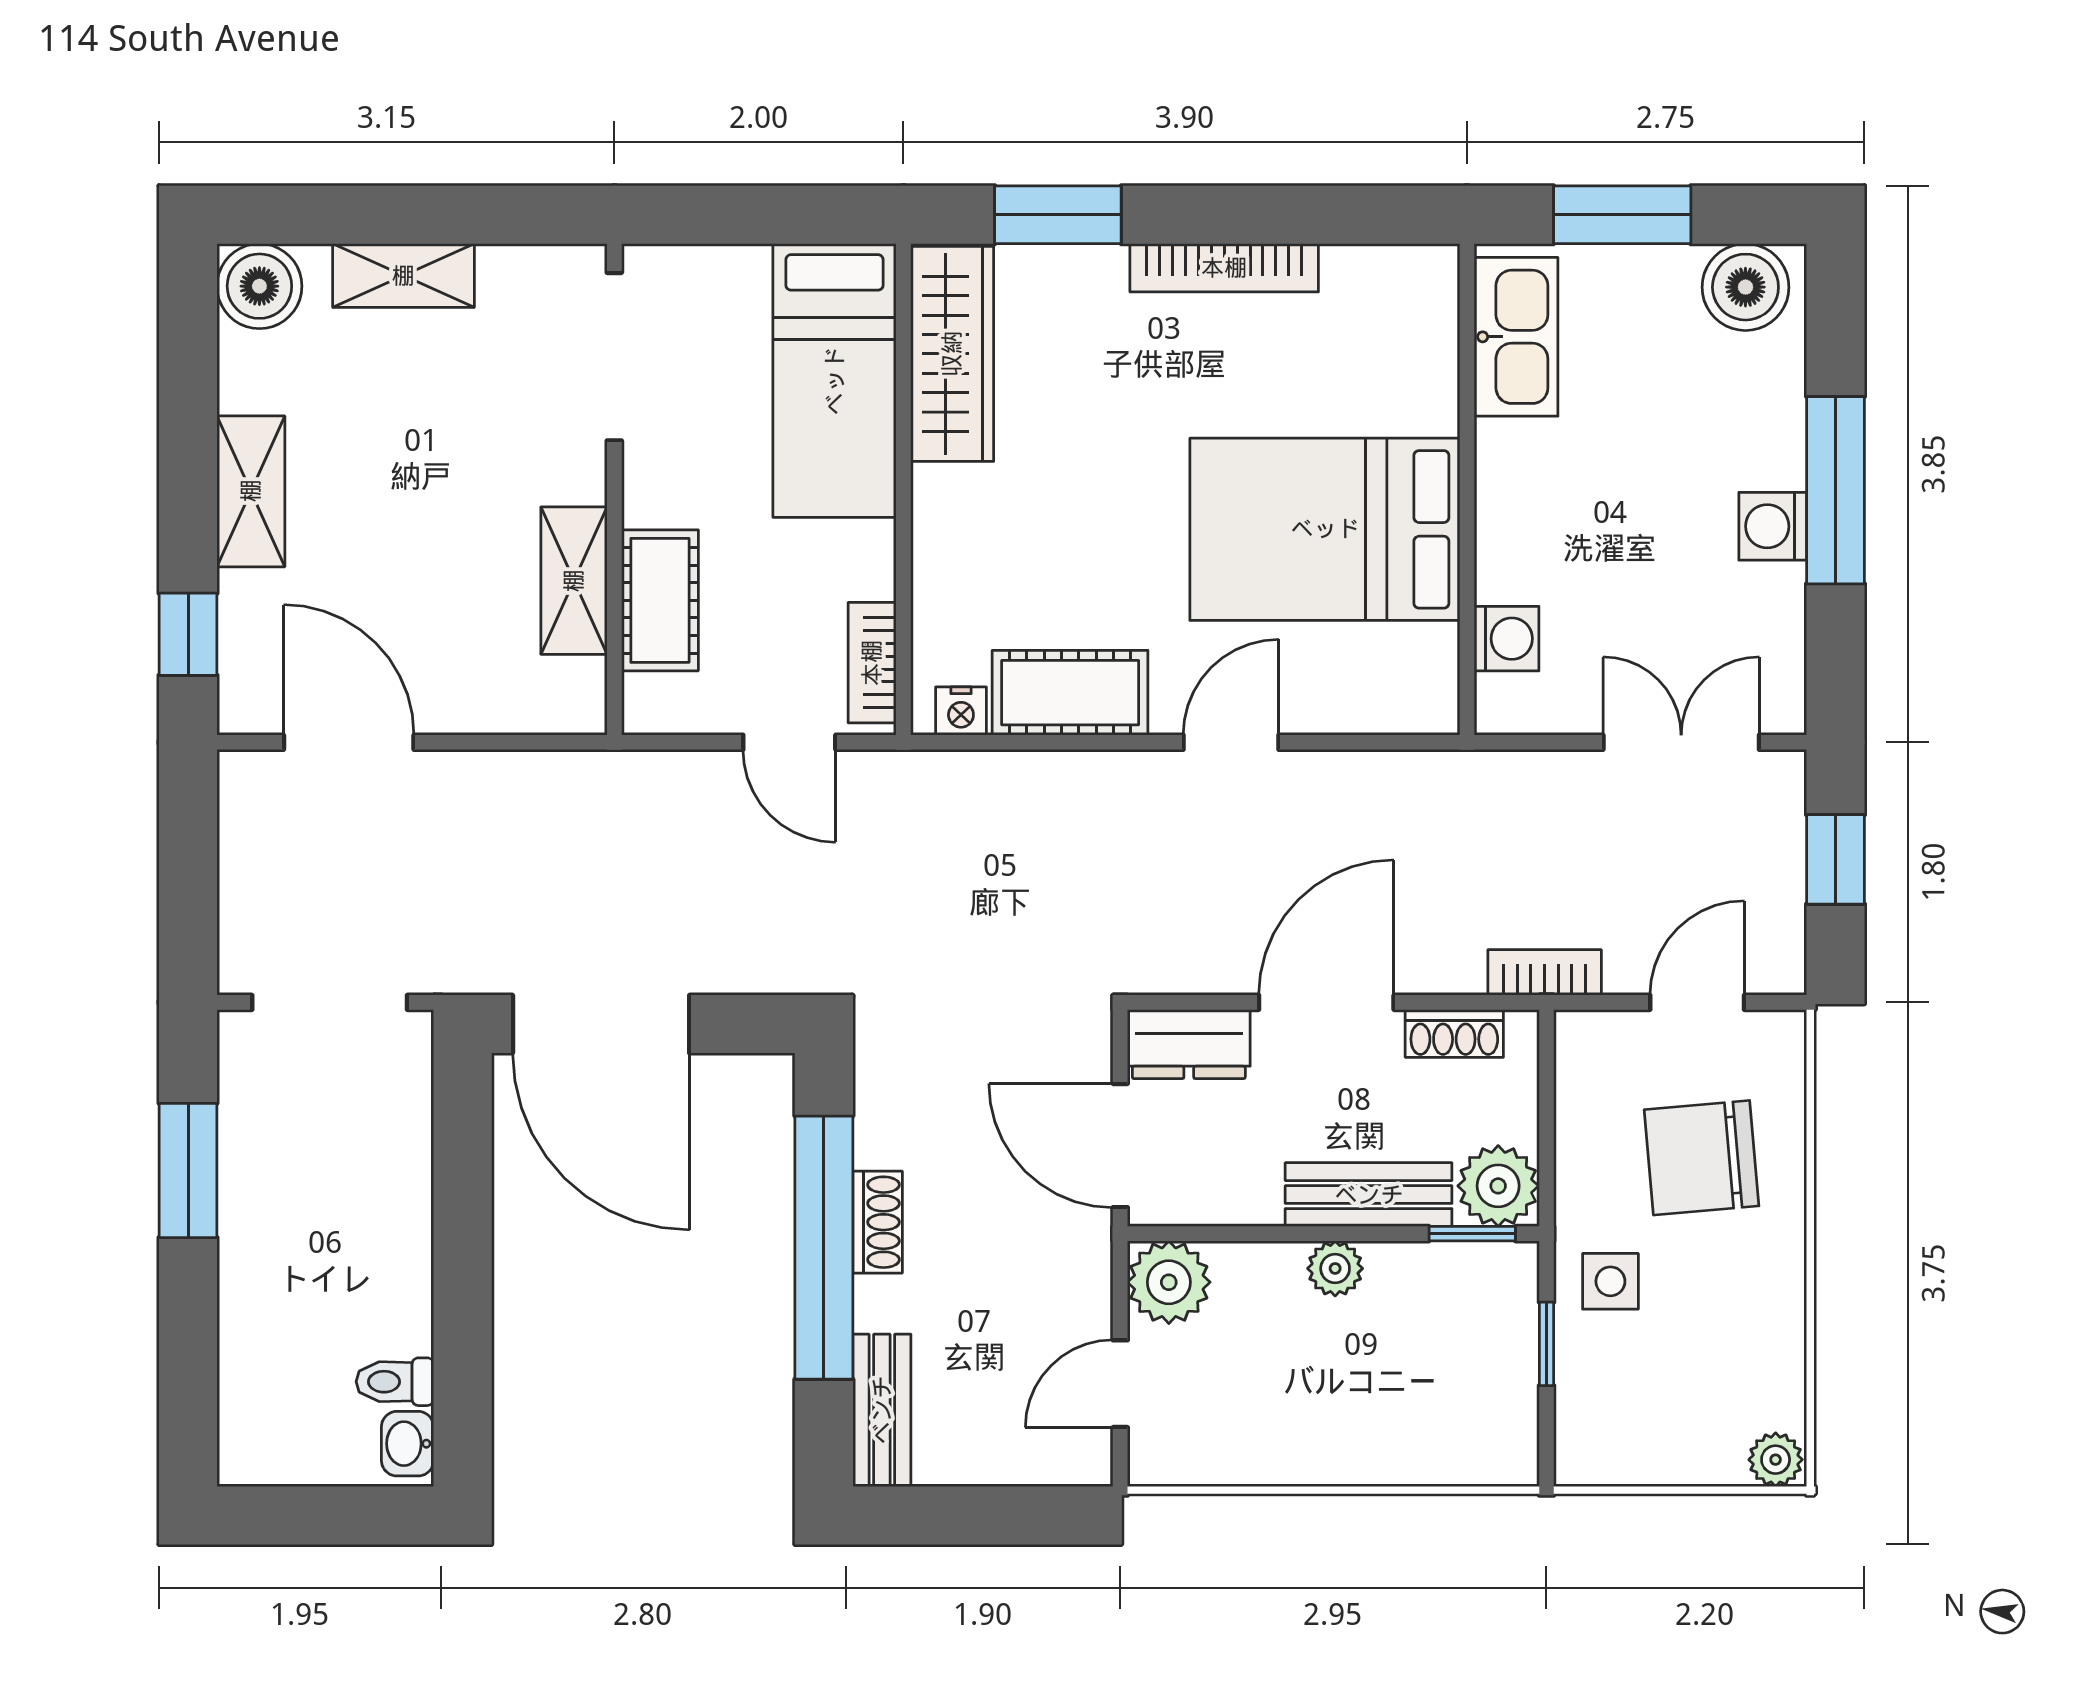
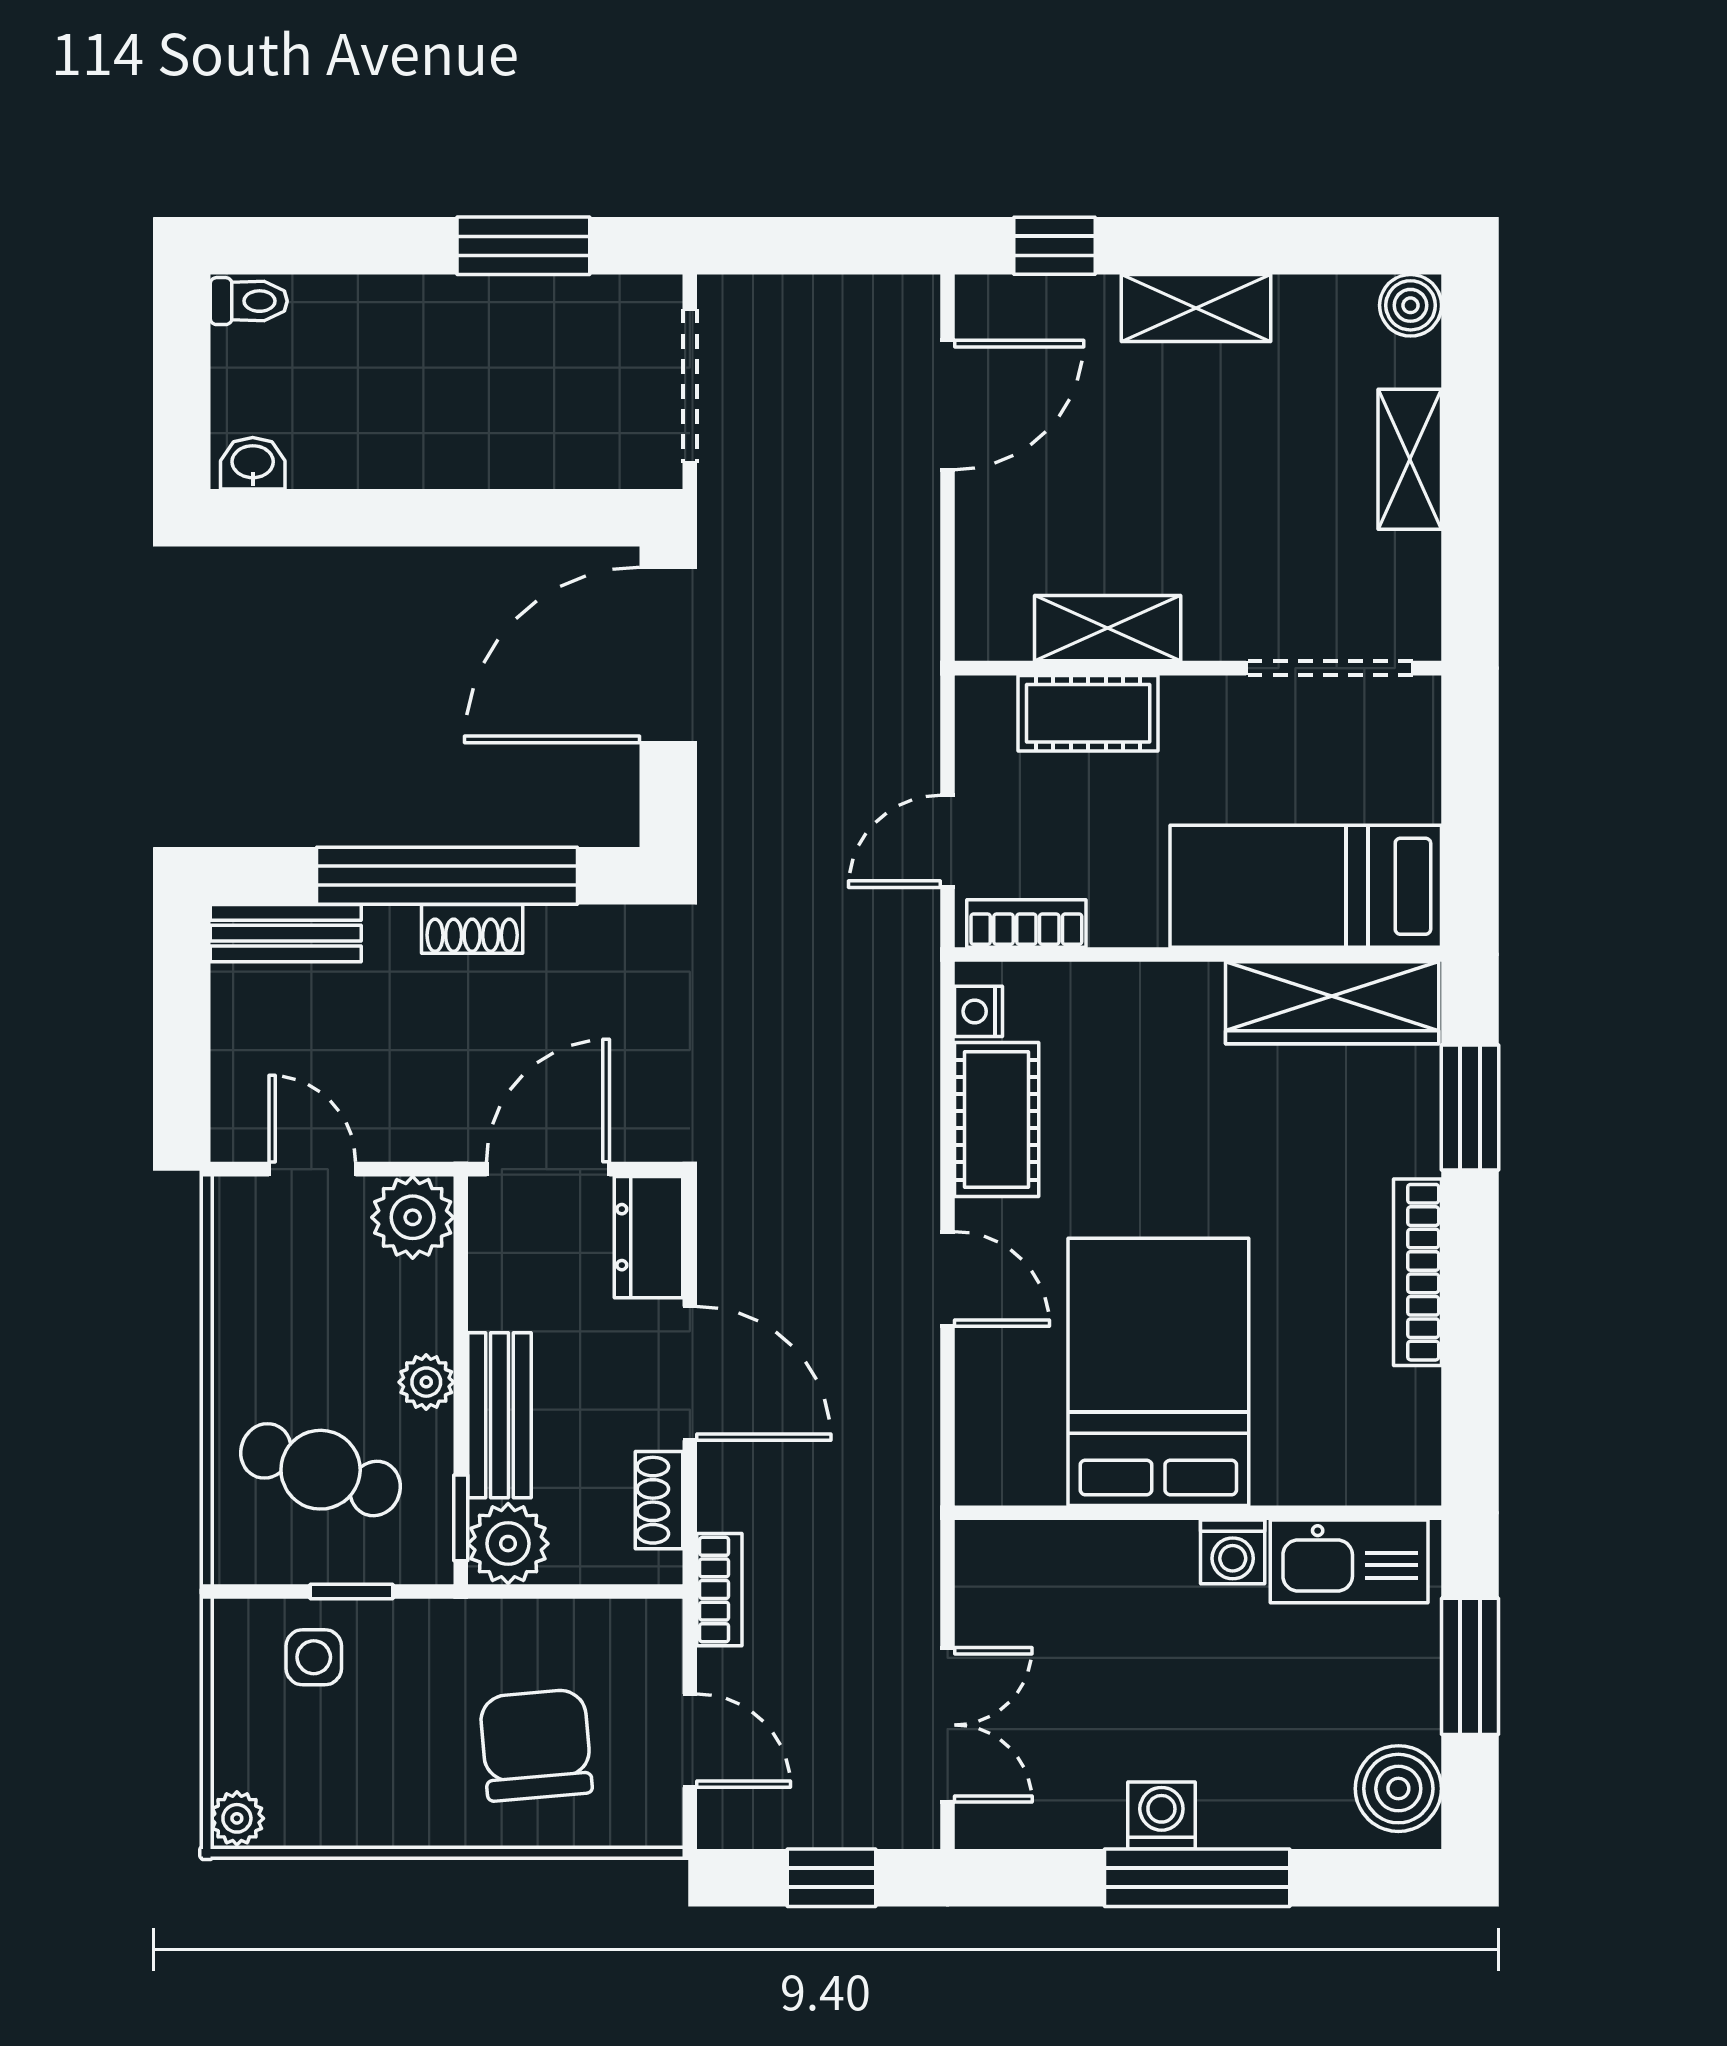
boiler: (259, 286) -> (1411, 305), width x0.73, depth x0.73
washing machine: (1507, 639) -> (1233, 1552), moved
side table: (1610, 1281) -> (314, 1657), moved
cafe table: (1424, 1375) -> (321, 1470), added
toilet: (395, 1382) -> (249, 301), moved, turned 90

